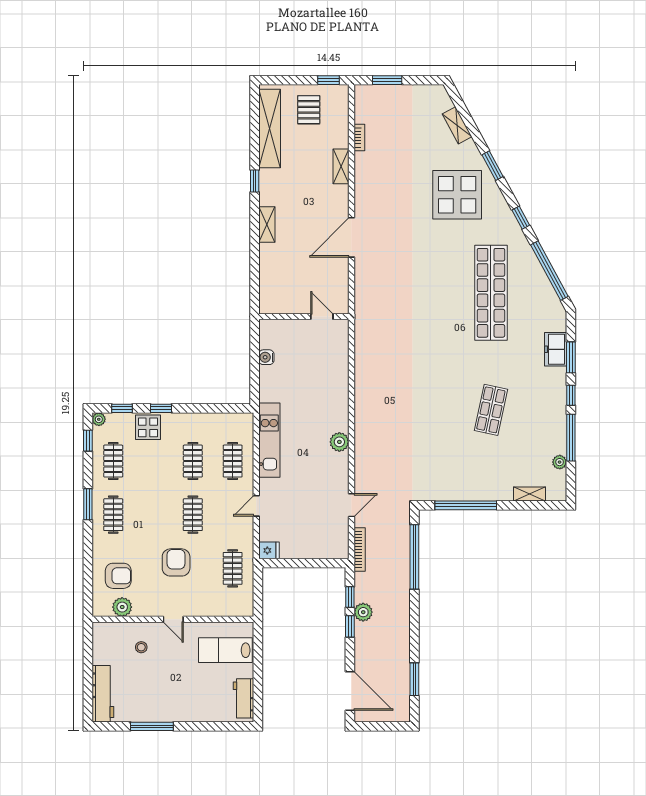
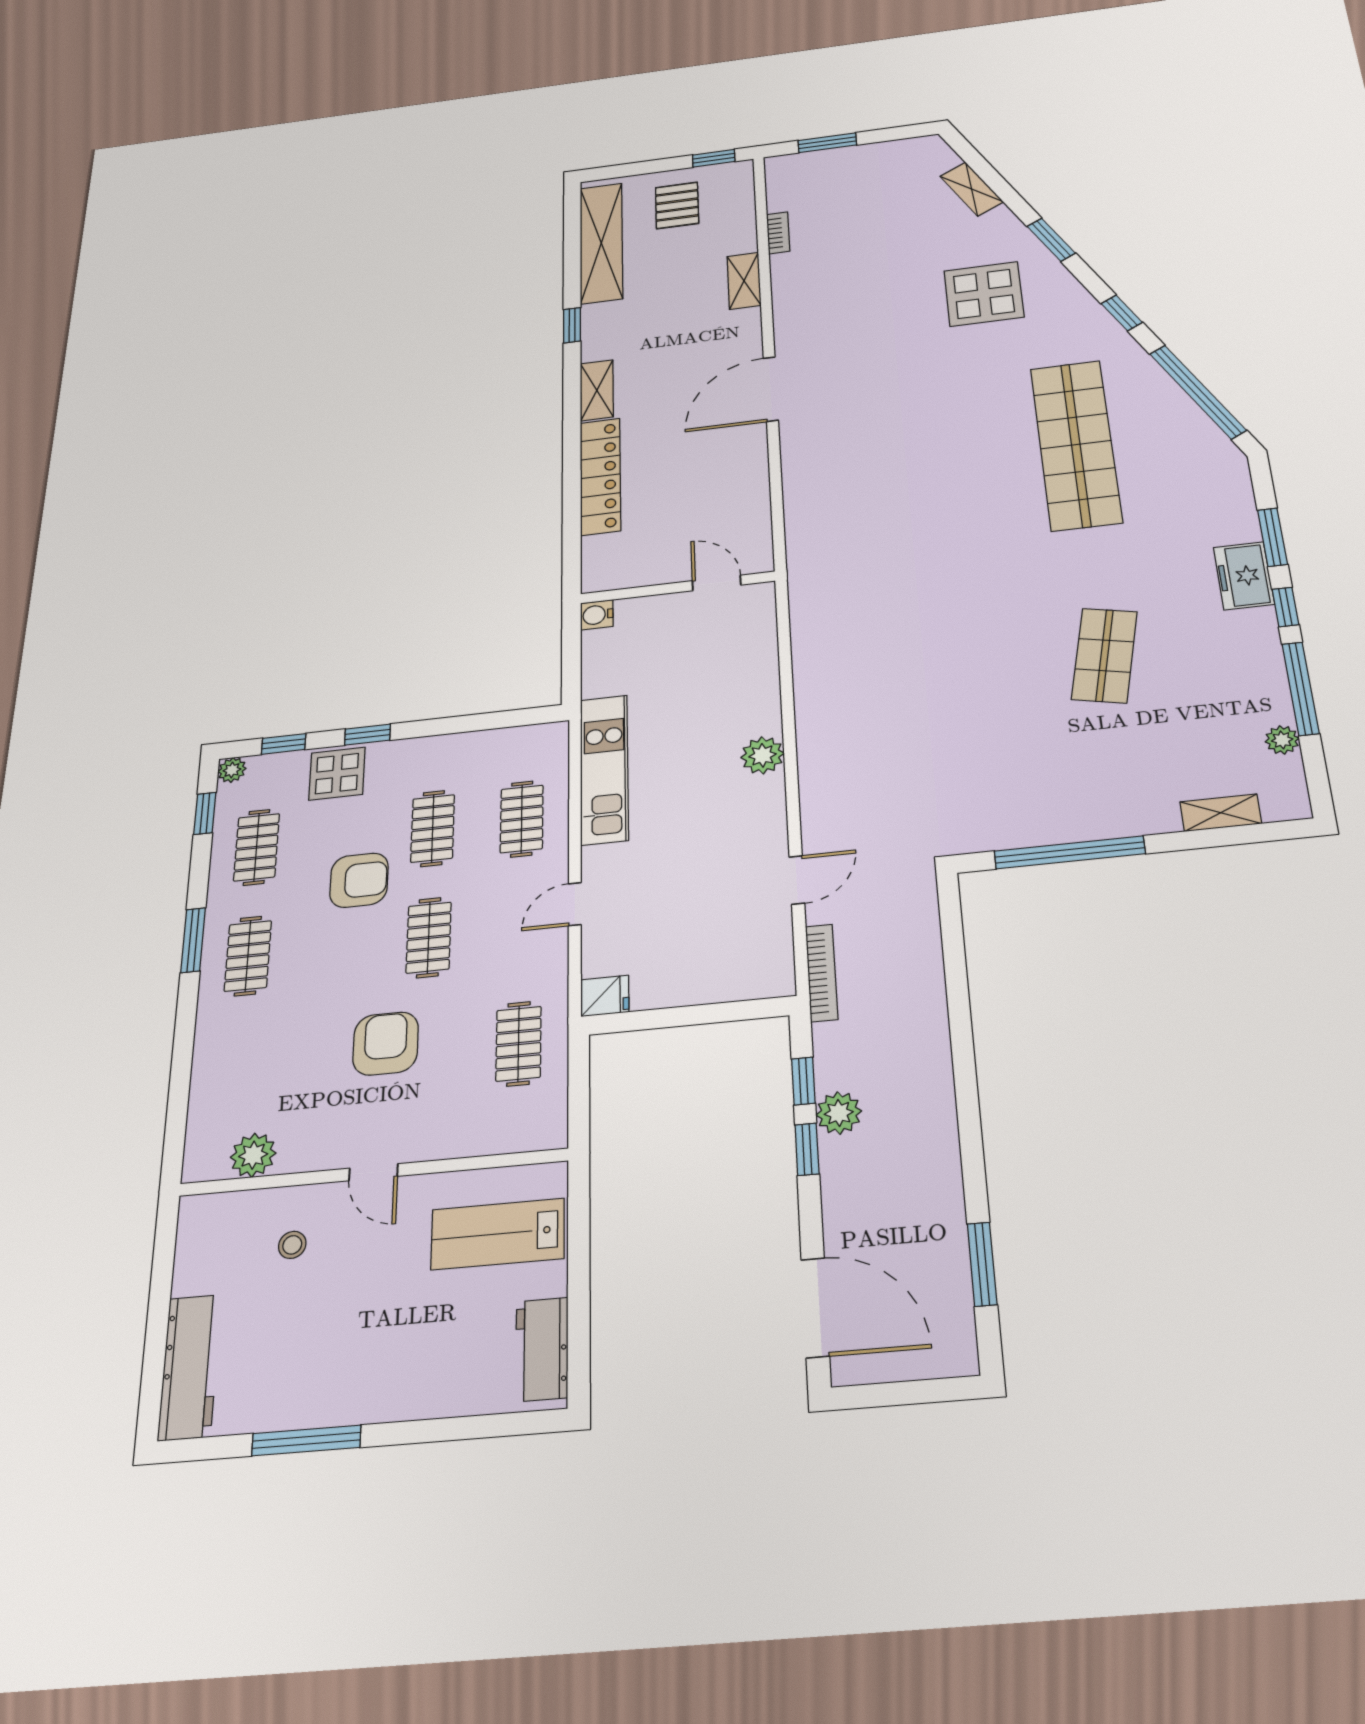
display table: (457, 195) -> (984, 294), width x0.73, depth x0.73
locker: (268, 278) -> (600, 476), added
wall: (304, 317) -> (677, 587), moved
door: (322, 317) -> (716, 583), moved
freezer: (556, 349) -> (1244, 576), moved
window: (414, 557) -> (956, 976), removed
armchair: (118, 576) -> (359, 880), moved

